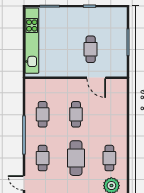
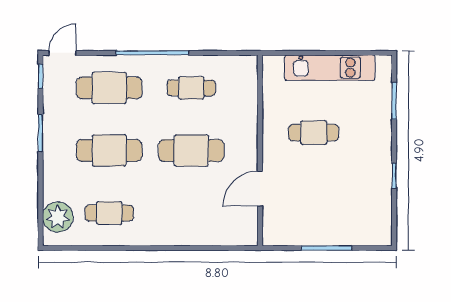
kitchen unit: (32, 41) -> (330, 68), width x0.73
cafe table: (91, 49) -> (314, 133), moved
cafe table: (76, 114) -> (191, 150), width x1.37, depth x1.35
cafe table: (43, 158) -> (109, 88), width x1.37, depth x1.35

